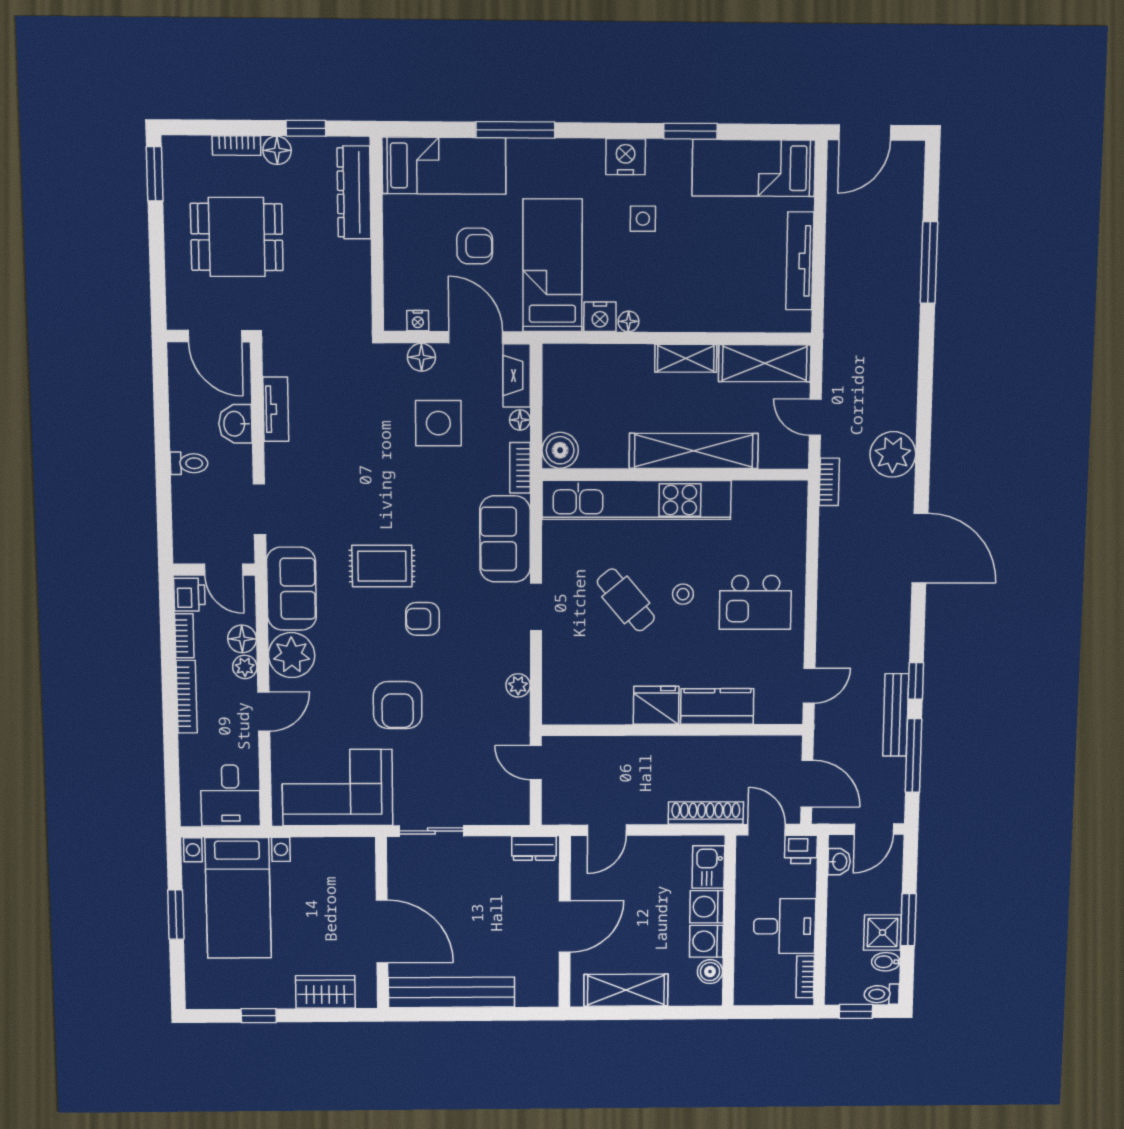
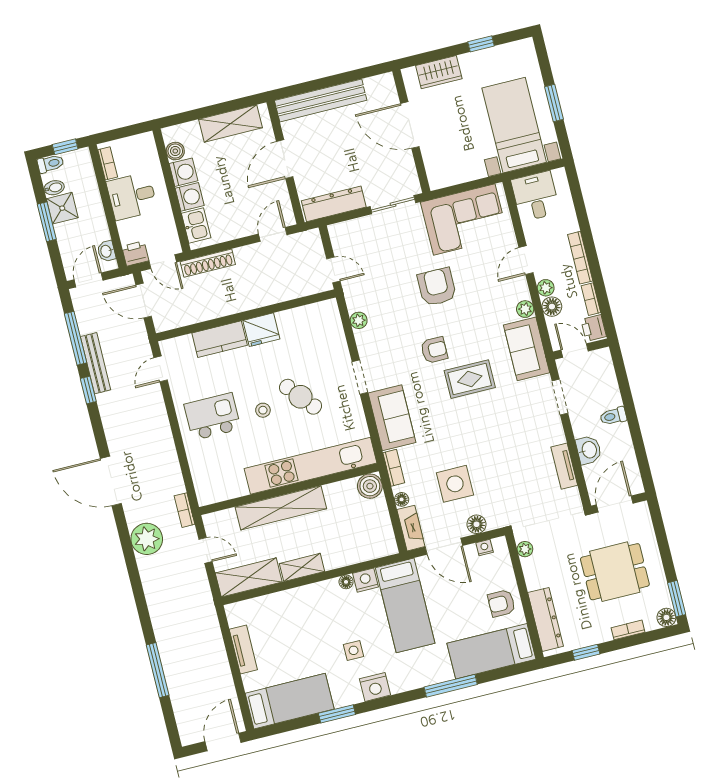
floor lamp: (277, 150) -> (666, 617), moved
armchair: (475, 246) -> (501, 603), moved
tv unit: (800, 261) -> (243, 649), width x0.71
plant: (360, 304) -> (525, 549), added
door: (215, 336) -> (615, 504), hinge flipped
plant: (292, 655) -> (525, 309), width x0.53, depth x0.53
dresser: (534, 848) -> (334, 204), width x1.96, depth x1.24
bench: (451, 992) -> (321, 100), moved

